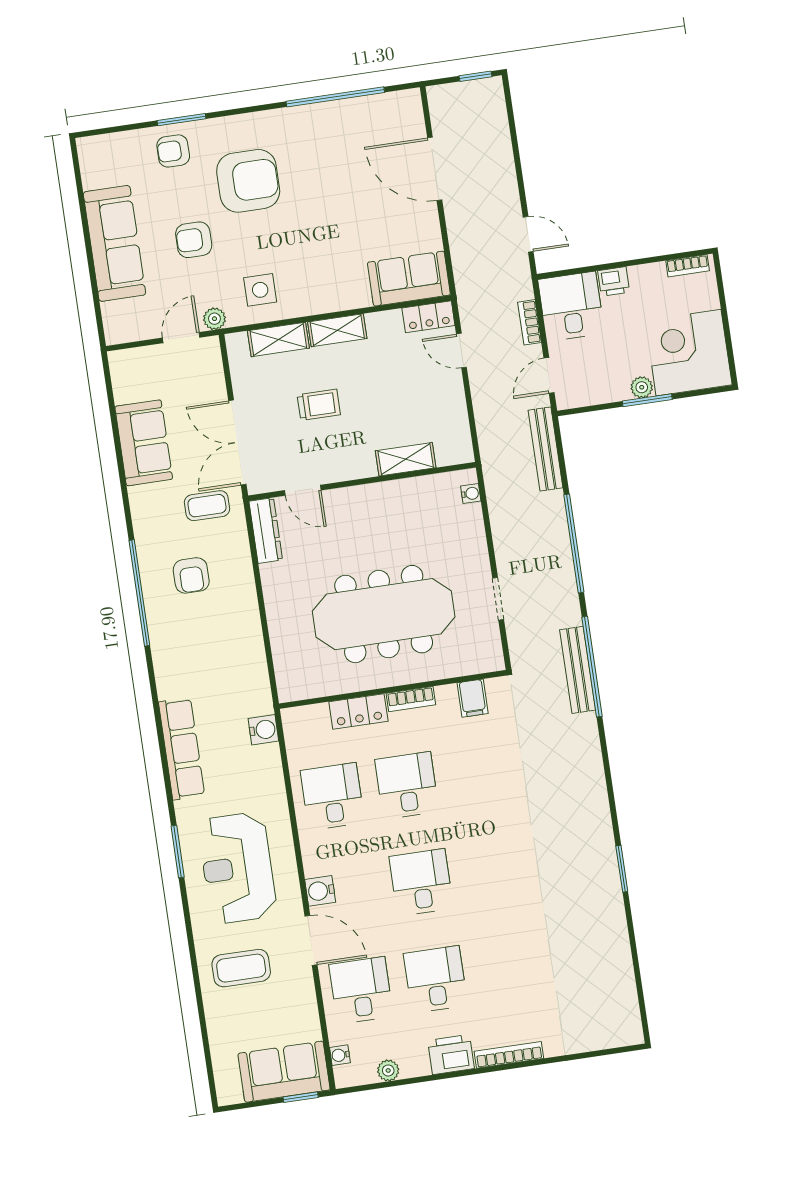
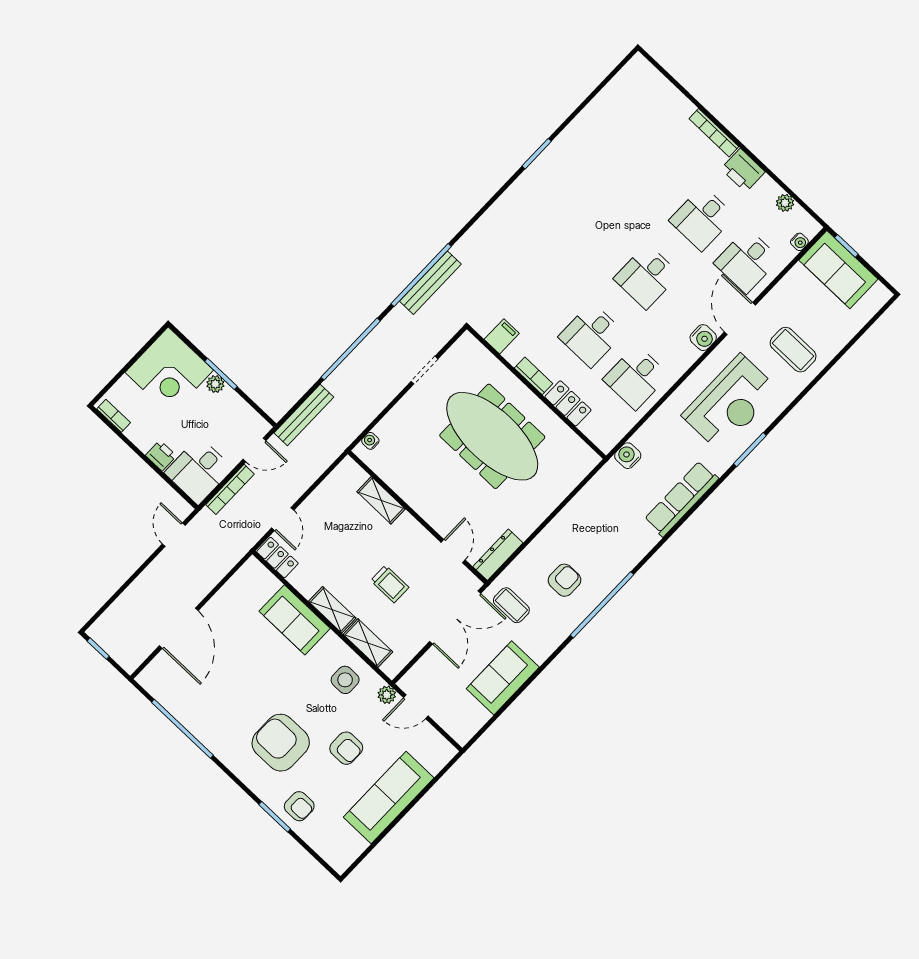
sofa: (409, 279) -> (295, 620), moved
bookcase: (530, 322) -> (230, 489), width x1.56
trolley: (319, 405) -> (390, 584), turned 180

